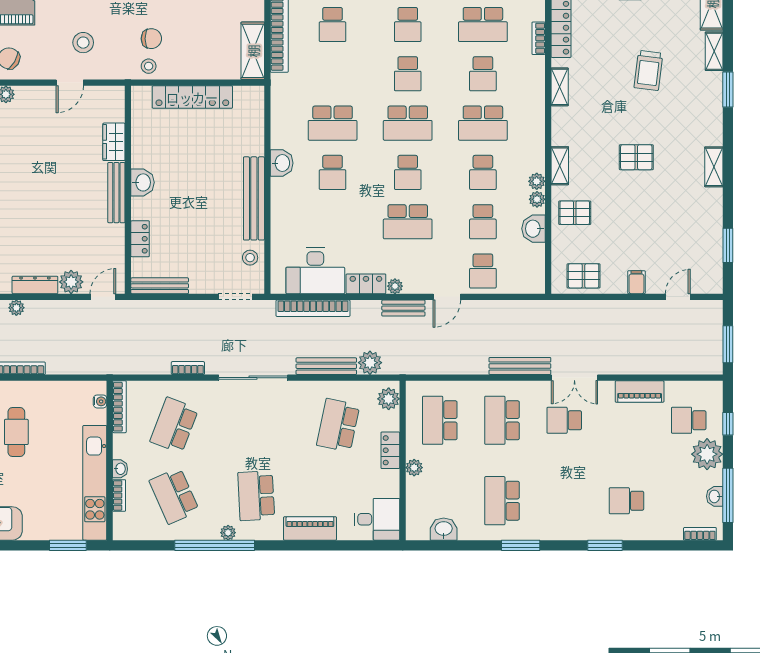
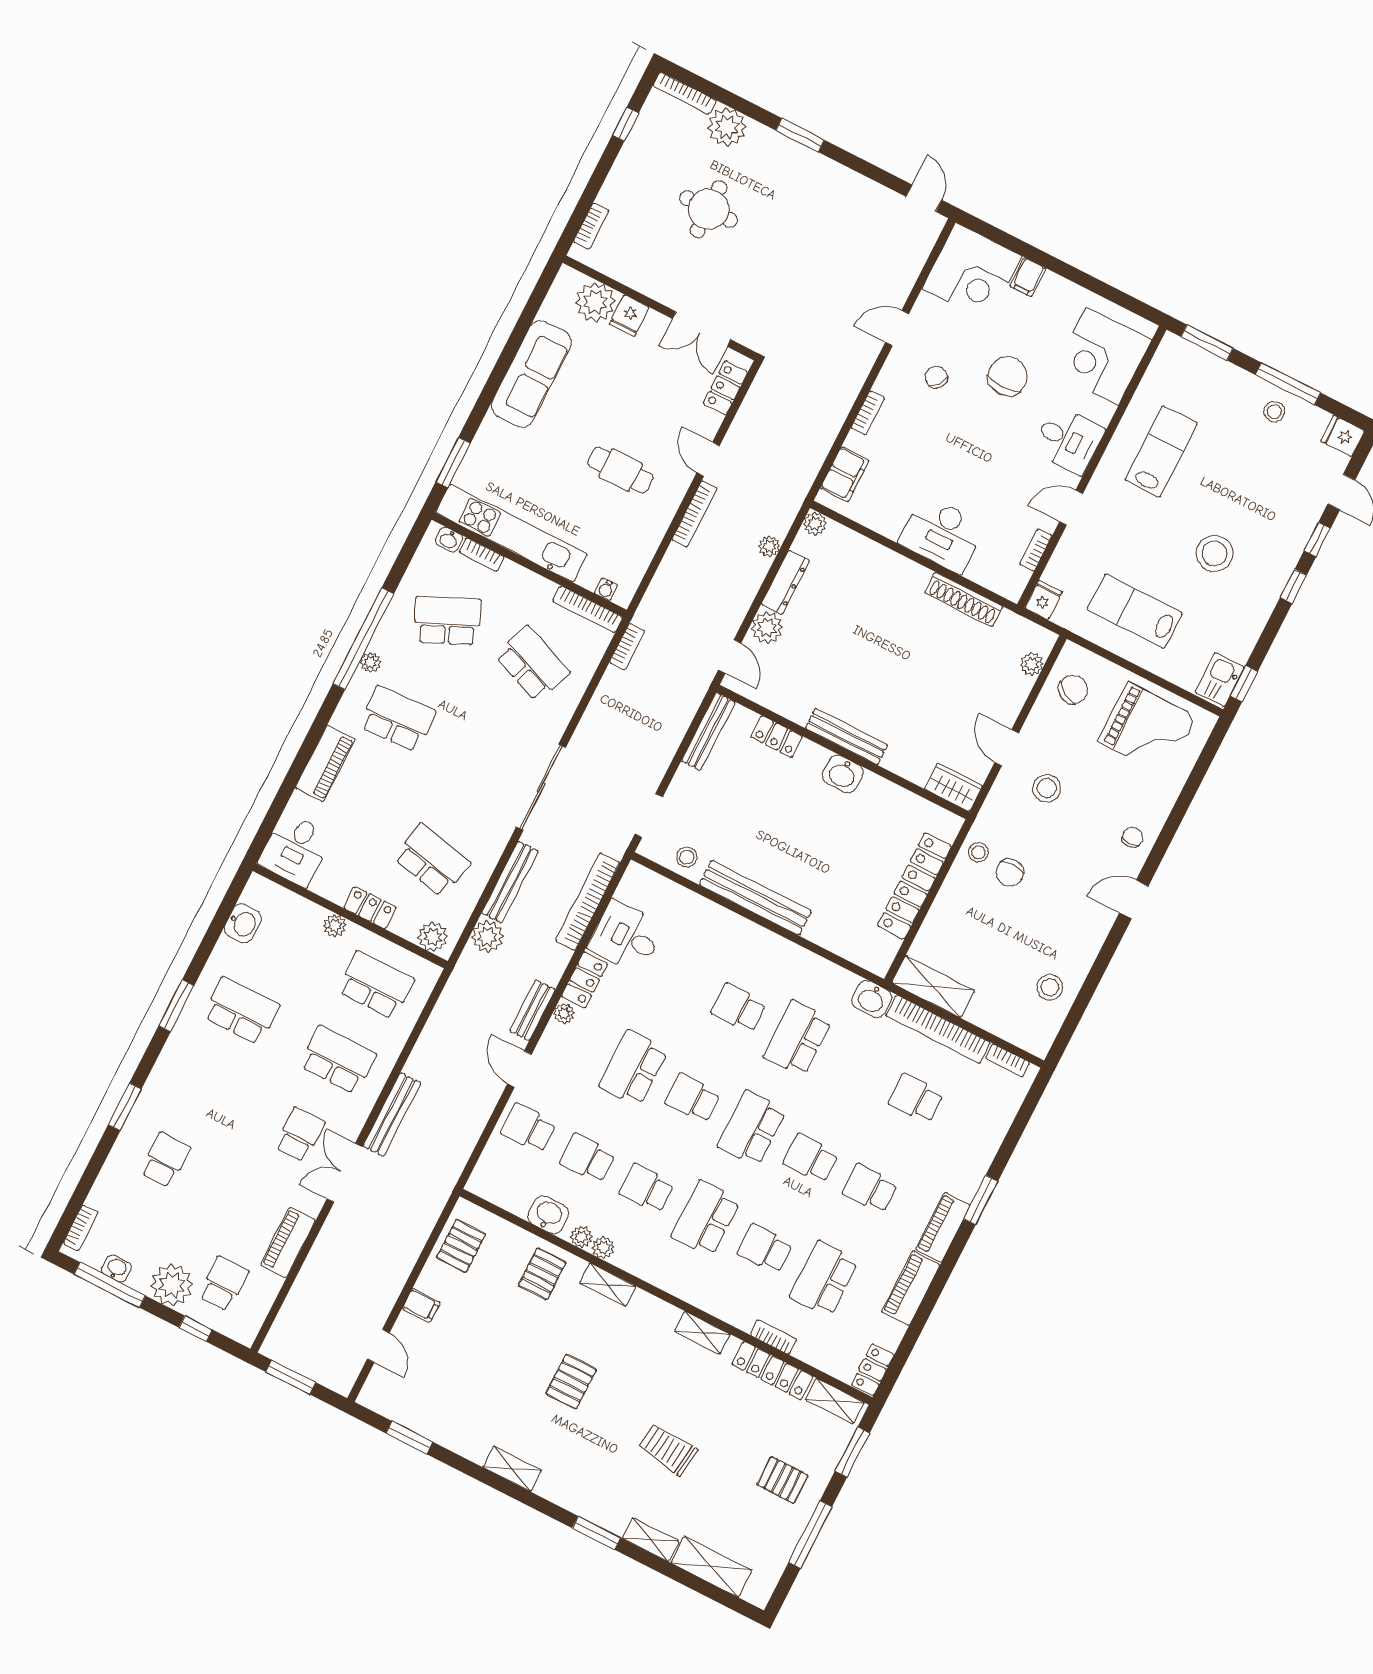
wardrobe: (114, 142) -> (953, 787), moved
washbasin: (282, 163) -> (872, 999), moved
desk: (315, 271) -> (626, 937), width x0.73
bookcase: (188, 368) -> (627, 647), moved
washbasin: (120, 469) -> (449, 540), moved

